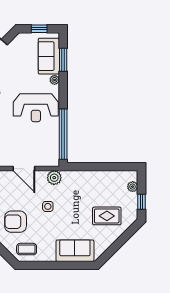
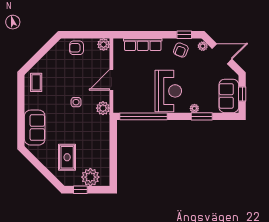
sofa: (49, 56) -> (229, 96), moved, turned -90
window: (63, 60) -> (202, 116), moved
reception desk: (36, 108) -> (168, 91), turned 180
plant: (133, 187) -> (90, 177), width x1.88, depth x1.88
armchair: (16, 222) -> (62, 72), removed

